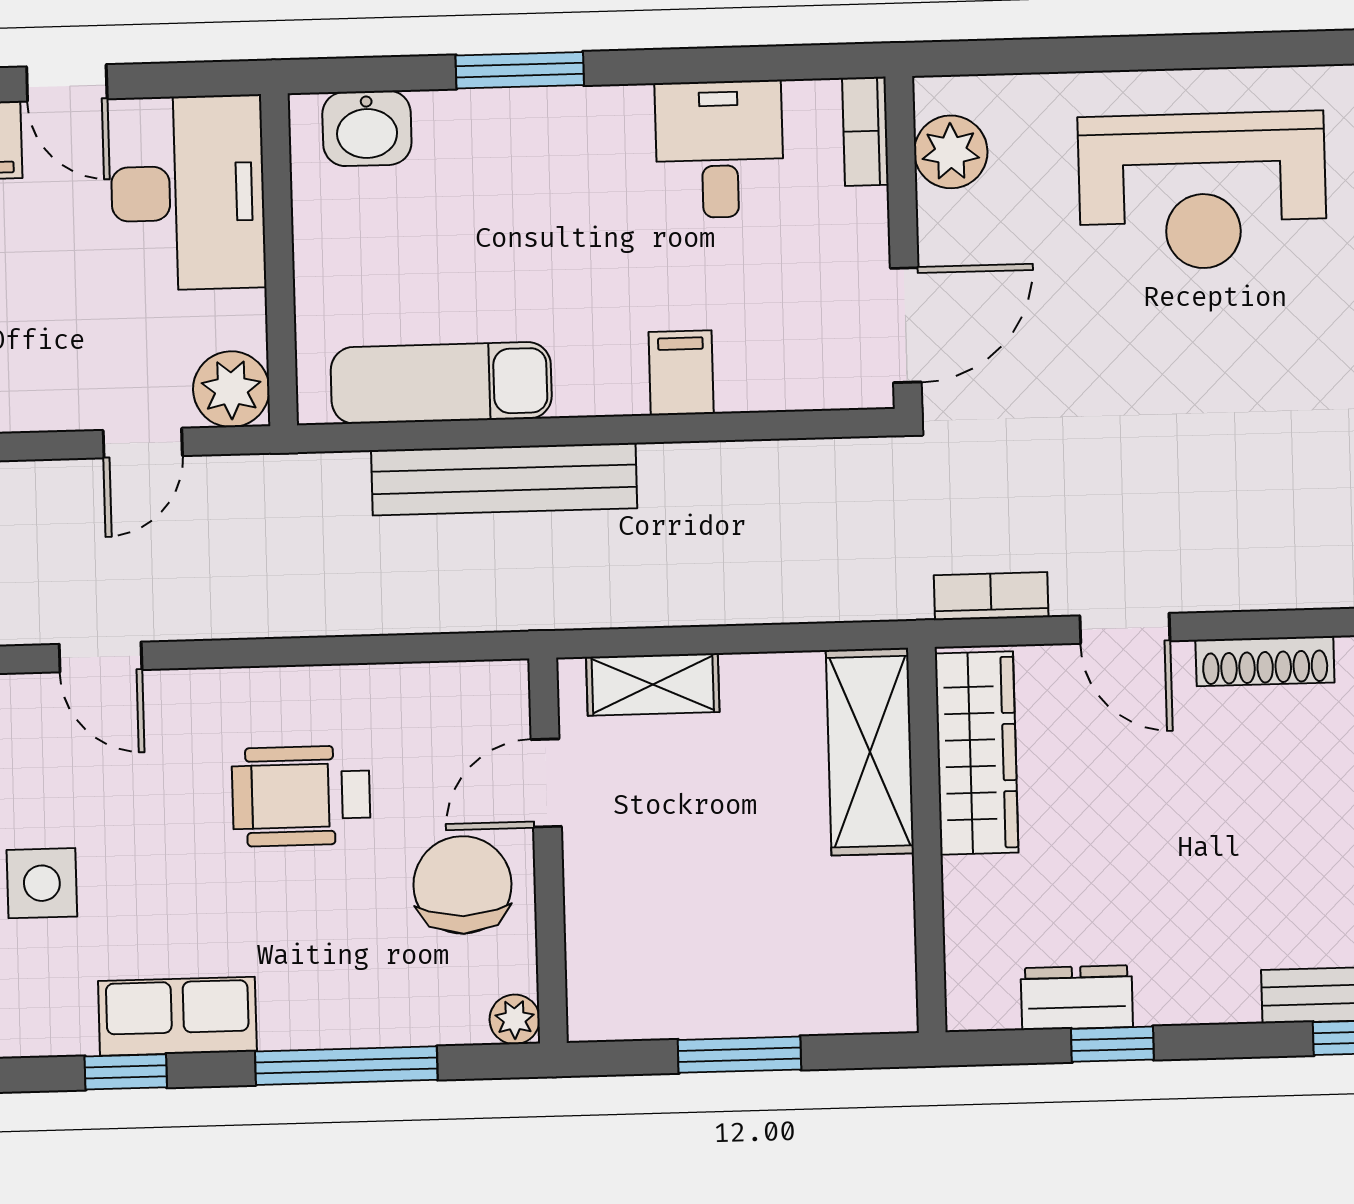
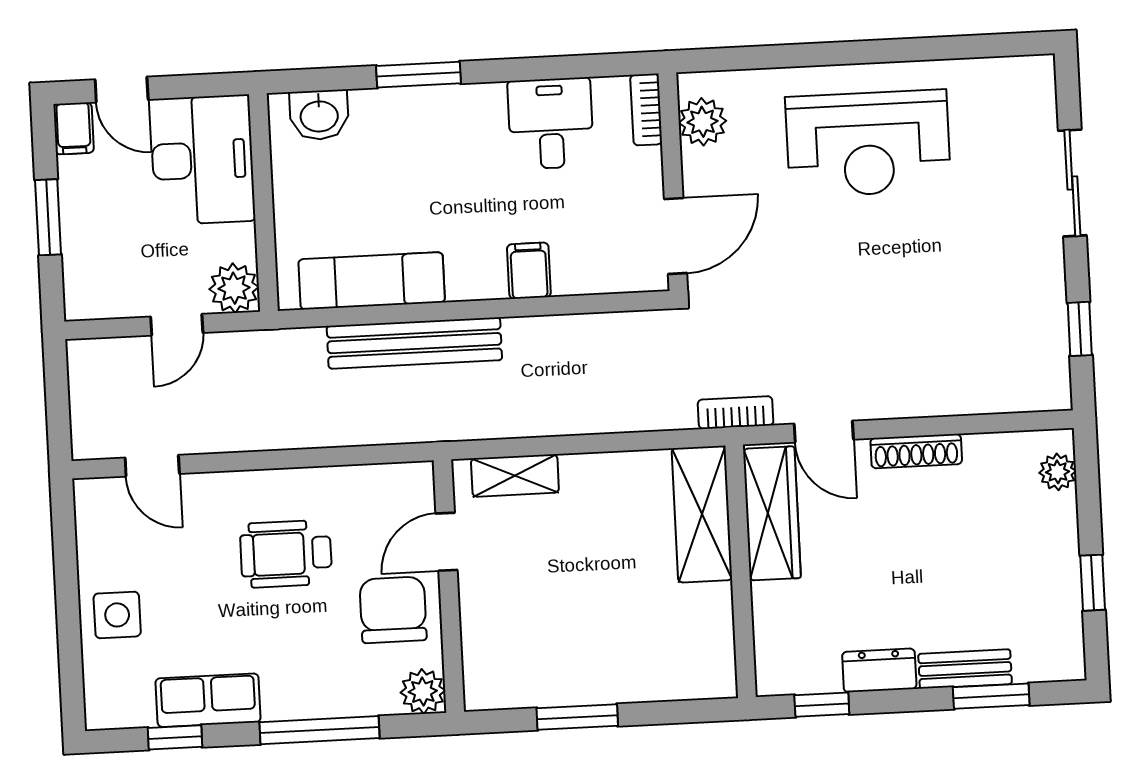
shelving: (870, 752) -> (702, 514), moved
wardrobe: (977, 753) -> (772, 513), moved
wall: (927, 840) -> (741, 571), moved
dresser: (1077, 998) -> (879, 670), moved
plant: (515, 1019) -> (423, 691), width x1.38, depth x1.38

